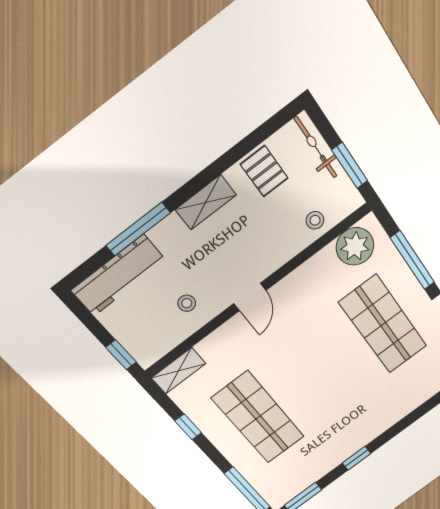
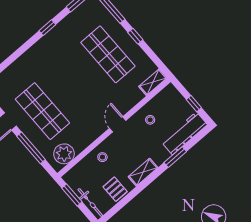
stool: (315, 220) -> (102, 157), moved
window: (138, 229) -> (175, 157), width x0.69
window: (121, 355) -> (194, 104), moved
window: (188, 427) -> (135, 36), moved

